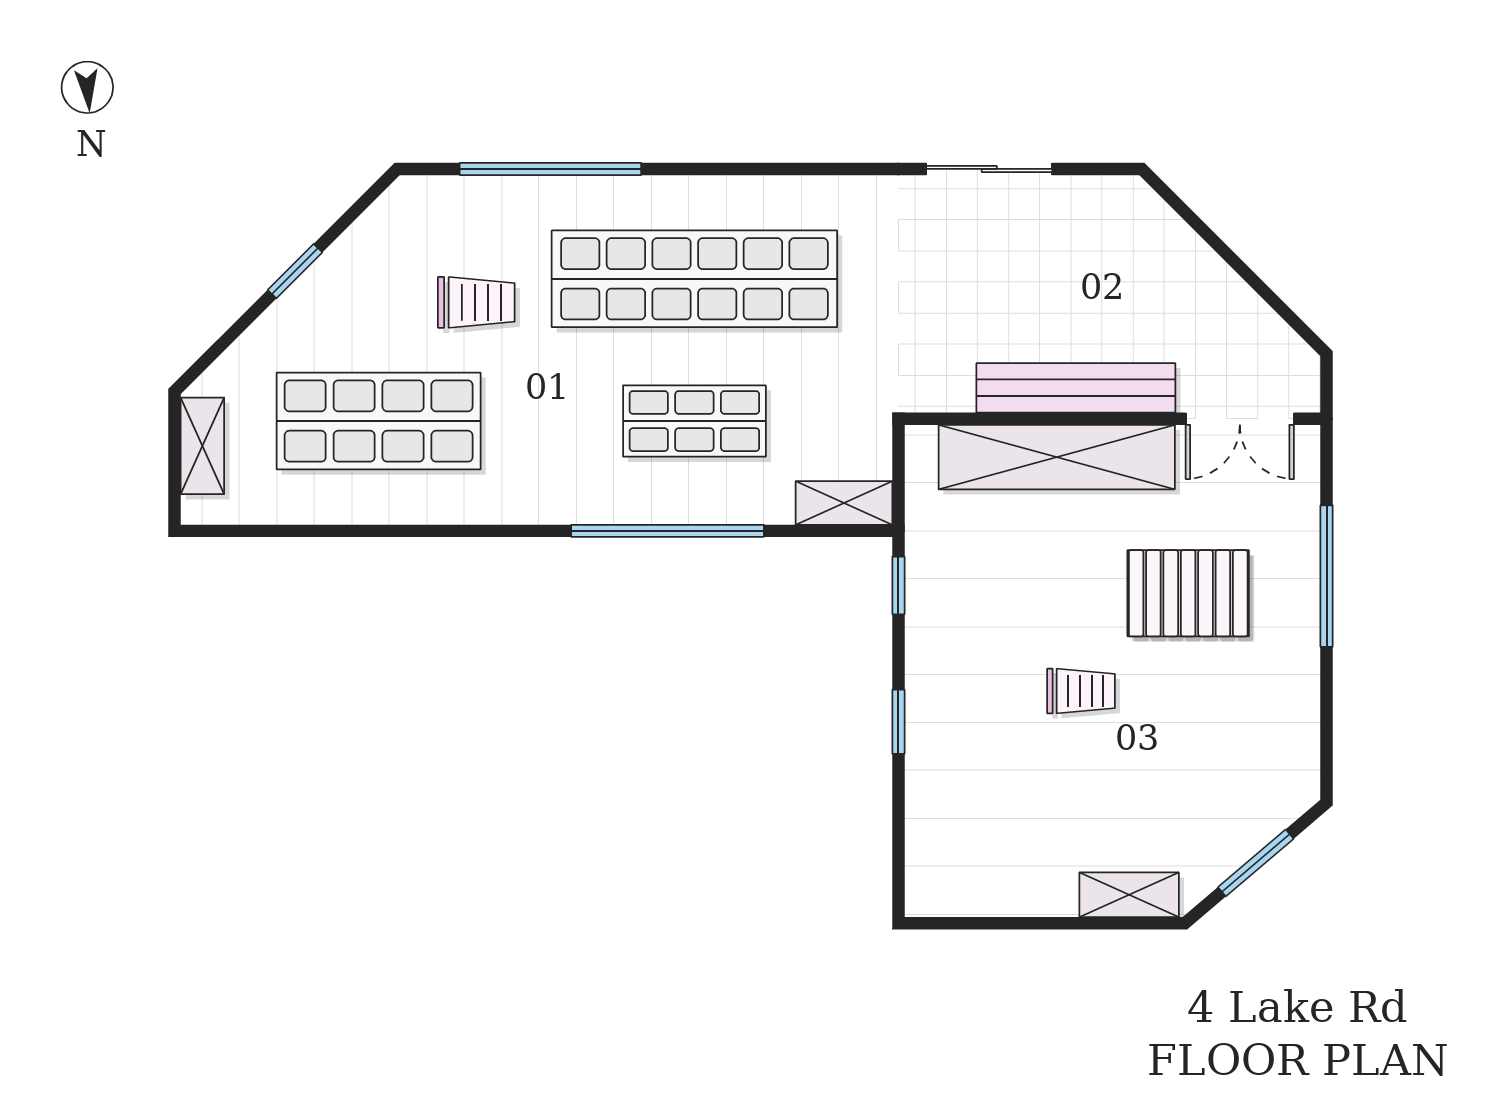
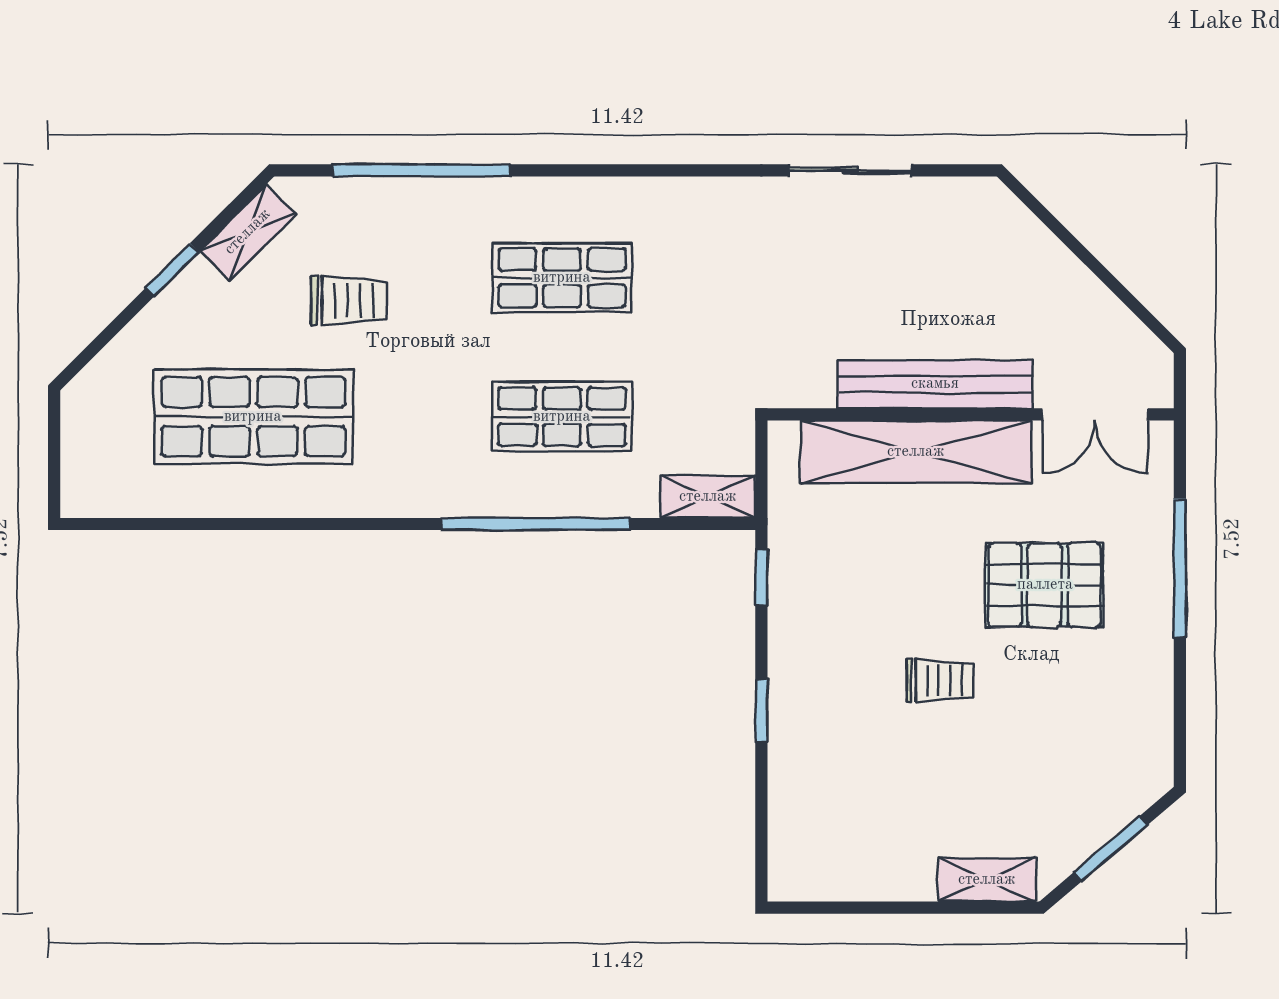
shop shelf: (694, 279) -> (562, 278), width x0.50, depth x0.74
shelving: (202, 446) -> (248, 232), moved, turned 45

